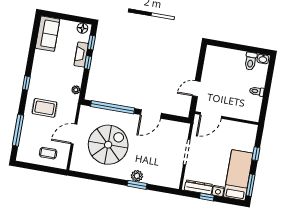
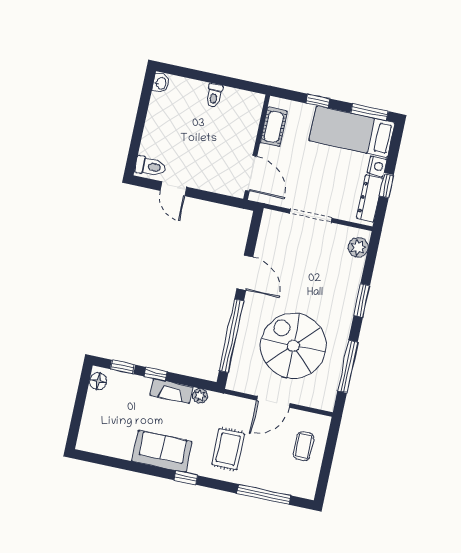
sofa: (48, 34) -> (162, 451), moved
fireplace: (81, 55) -> (171, 391), moved
toilet: (251, 61) -> (150, 166), moved
door: (196, 89) -> (173, 189), moved
cot: (239, 128) -> (274, 127), added
door: (74, 134) -> (273, 402), hinge flipped
plant: (137, 176) -> (358, 247), moved
window: (97, 178) -> (348, 366), added

